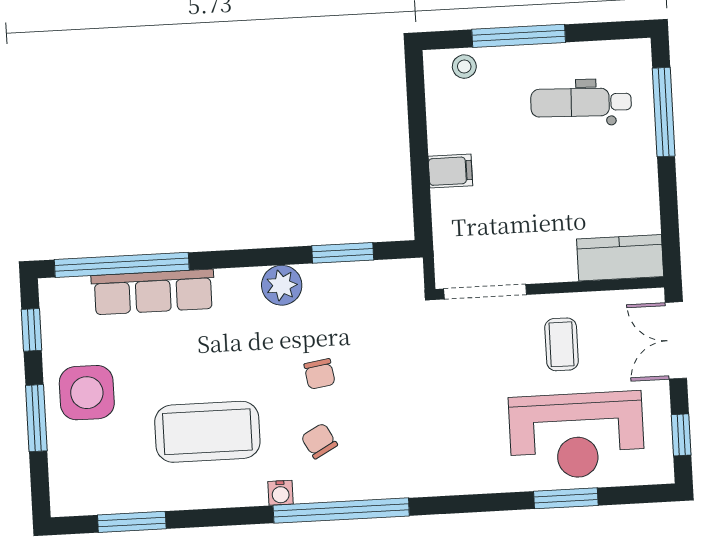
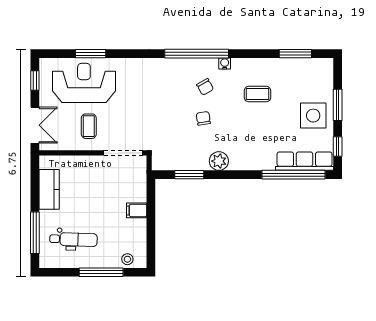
kitchen counter: (620, 258) -> (49, 189), moved, turned -90
row of seats: (153, 292) -> (305, 161), moved
coffee table: (207, 432) -> (257, 94), width x0.54, depth x0.58

